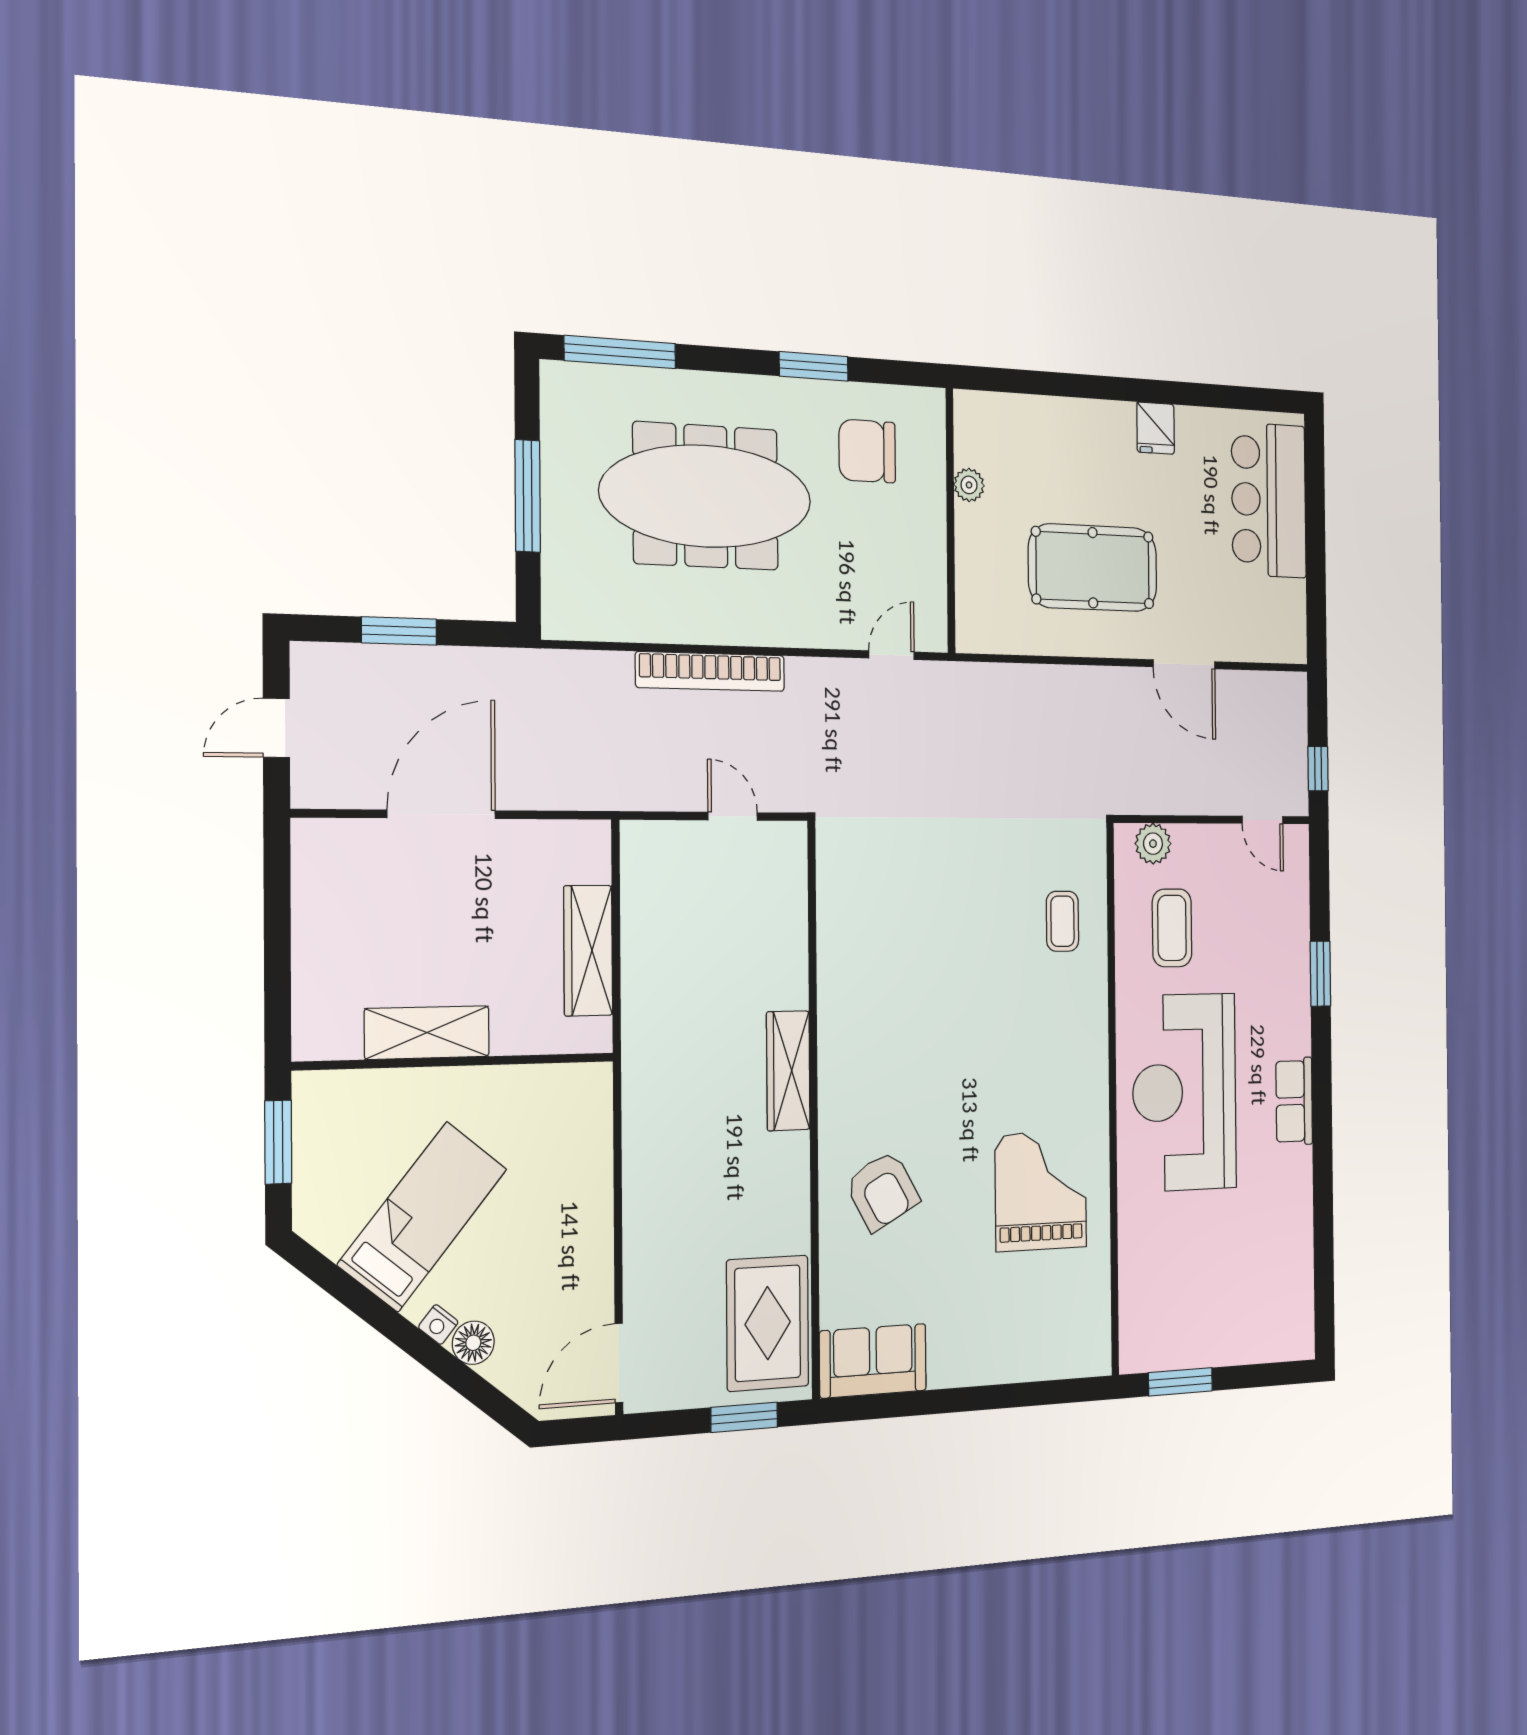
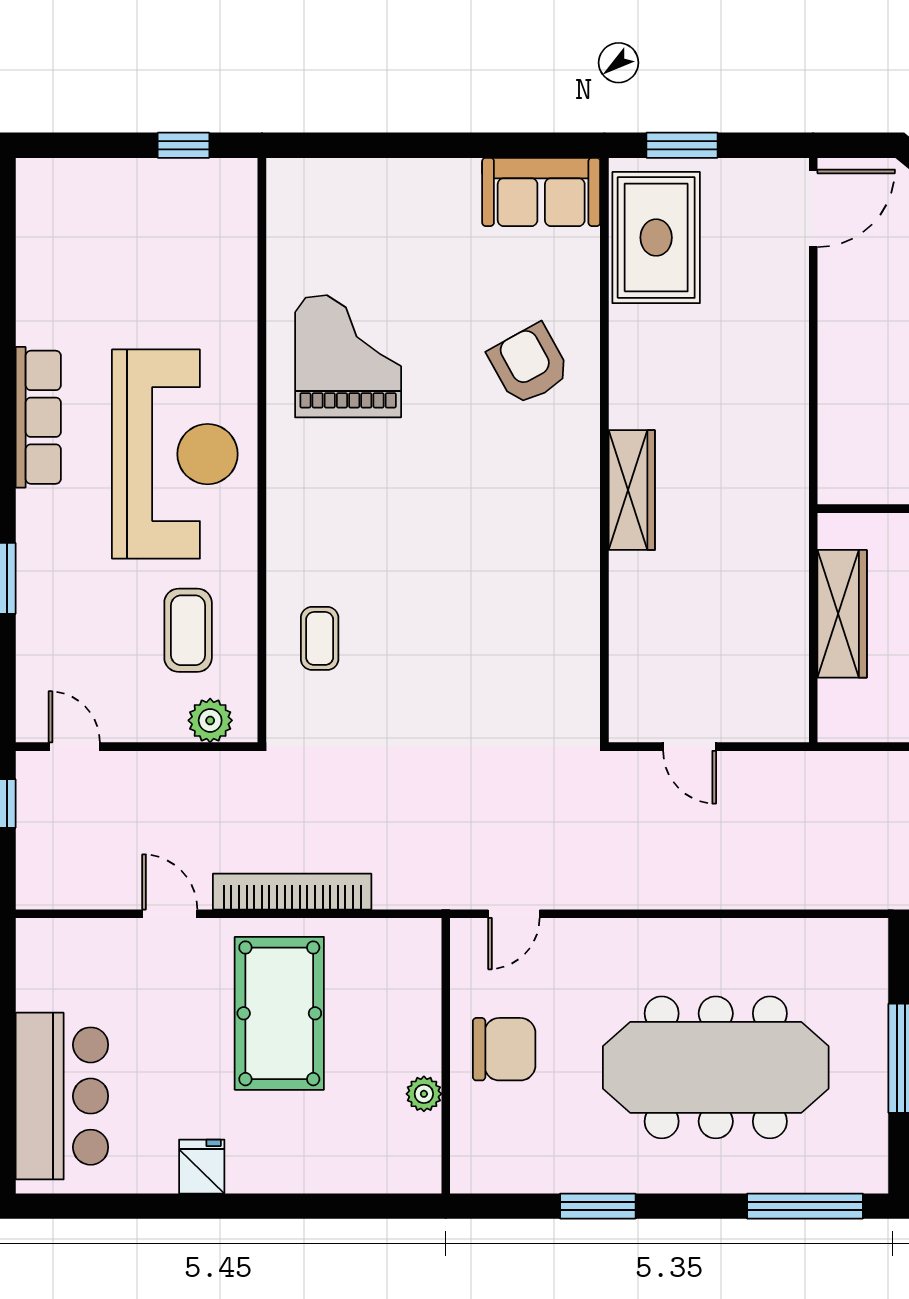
chair: (867, 451) -> (504, 1049), moved
pool table: (1093, 568) -> (279, 1013), turned 90
door: (1184, 664) -> (170, 914), width x0.73
bookcase: (710, 671) -> (292, 892), moved
row of seats: (1294, 1101) -> (38, 417), width x1.48
grand piano: (1041, 1191) -> (348, 356), turned 180
window: (1180, 1382) -> (184, 145), width x0.67

